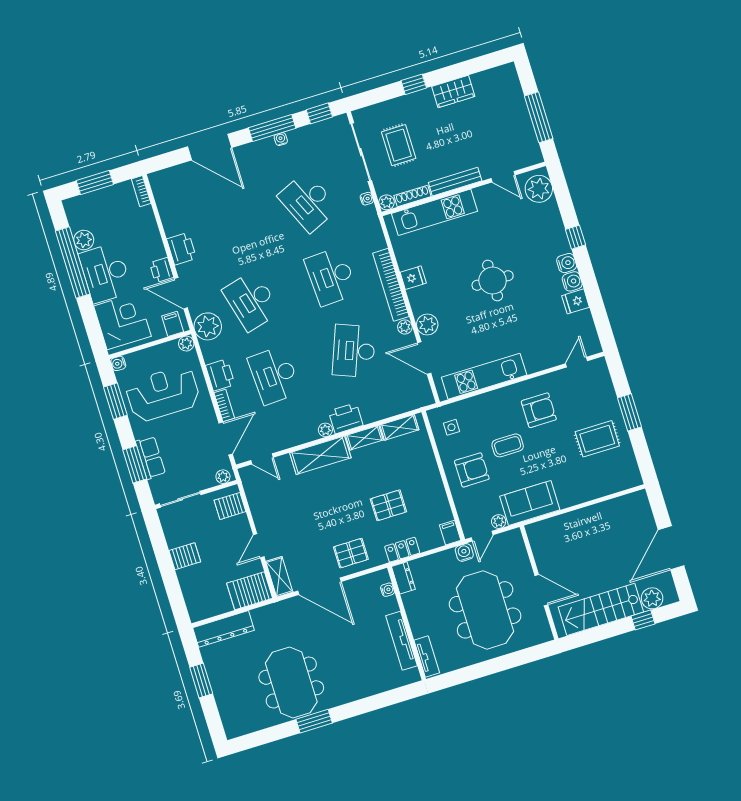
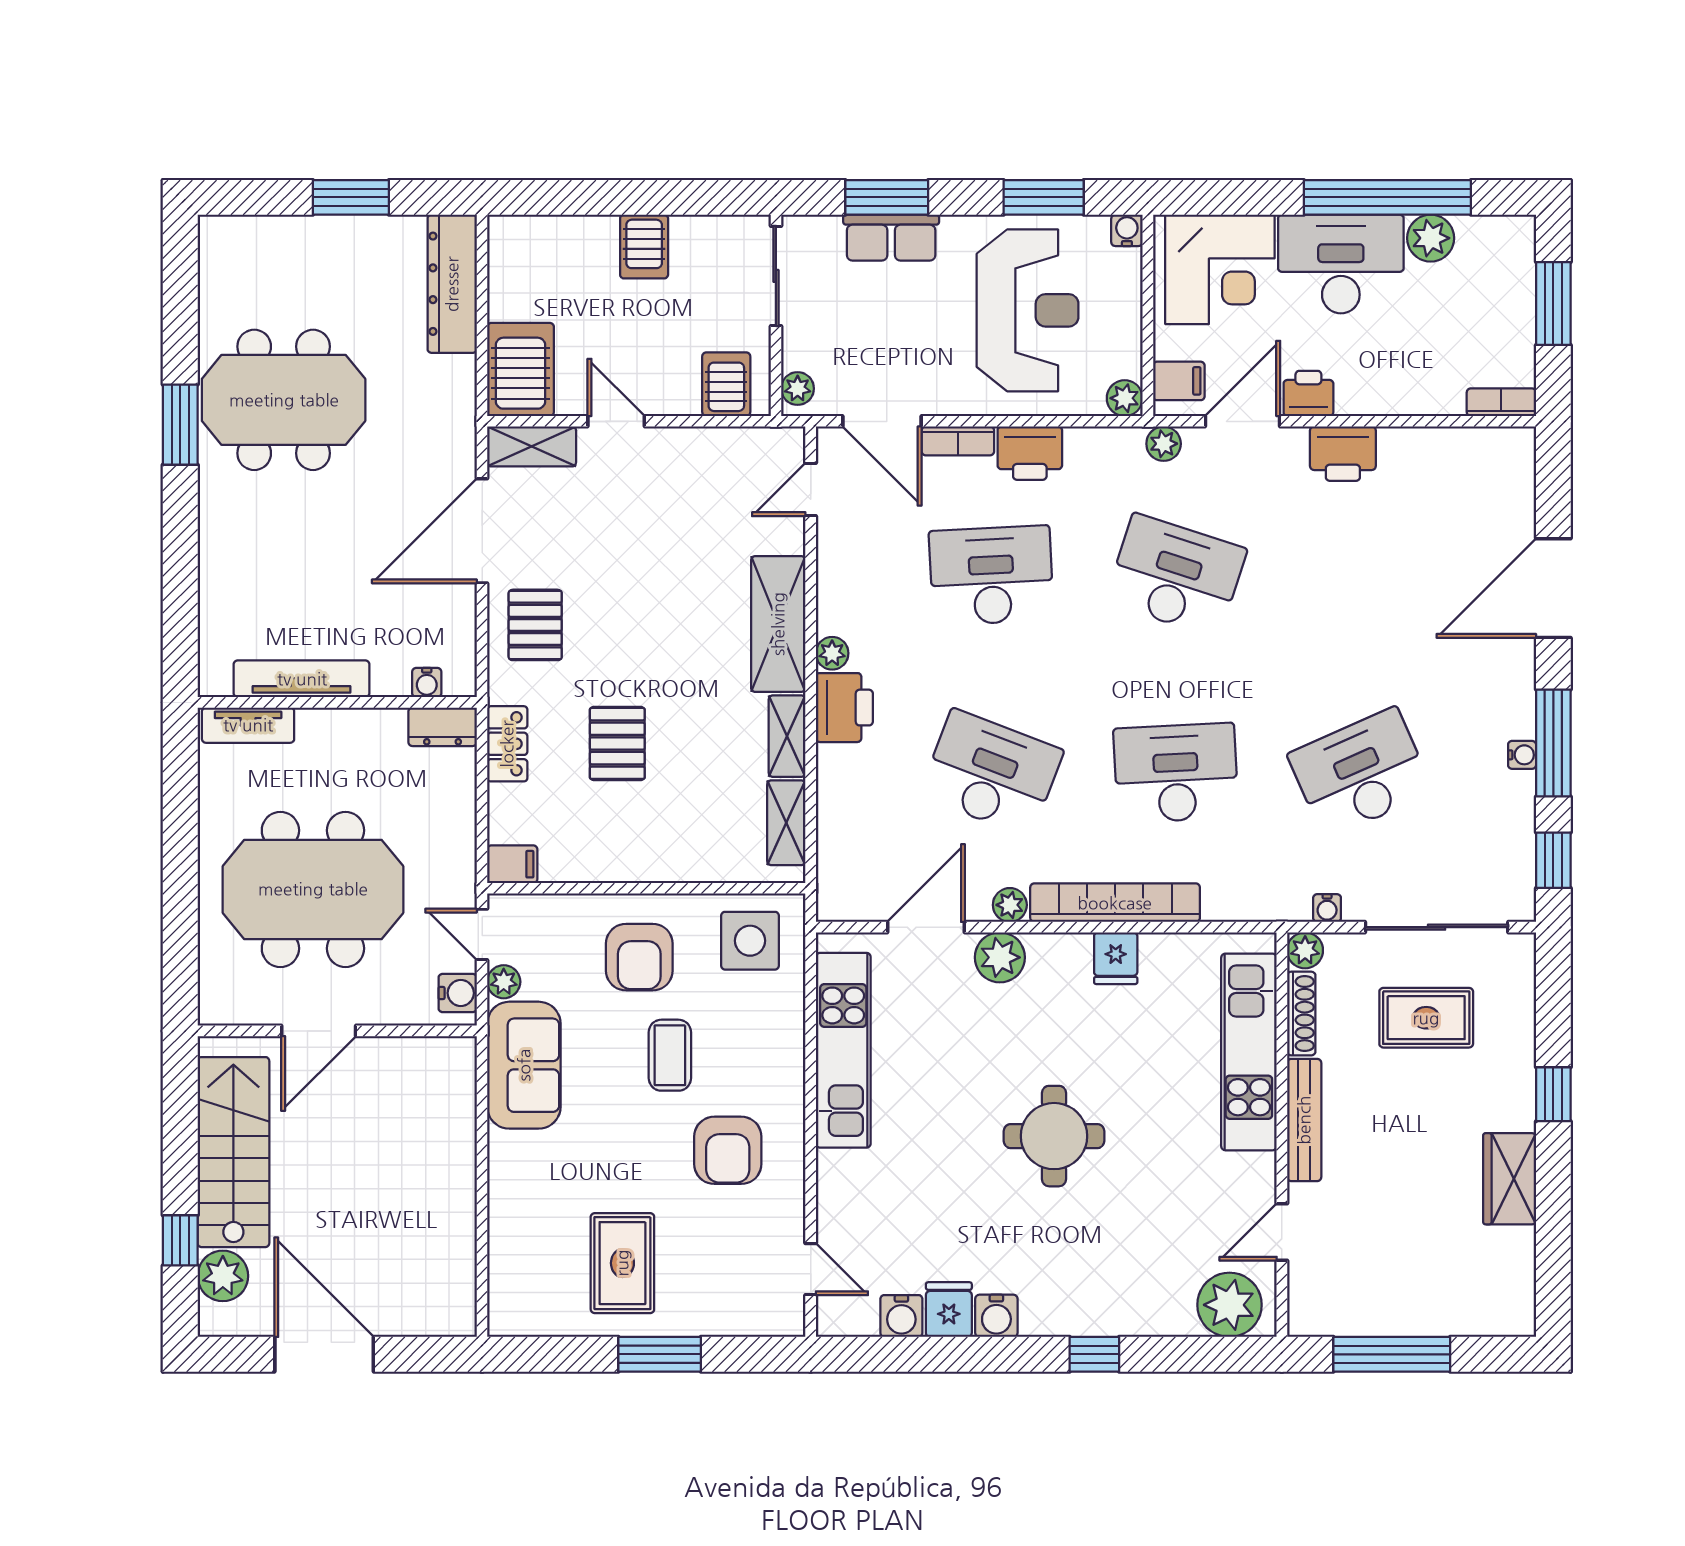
water cooler: (567, 263) -> (901, 1316), moved
desk: (251, 301) -> (1176, 575), turned 33
plant: (208, 326) -> (1164, 444), width x0.53, depth x0.53
side table: (451, 427) -> (750, 941), width x1.87, depth x1.87
water cooler: (464, 552) -> (458, 993), moved

